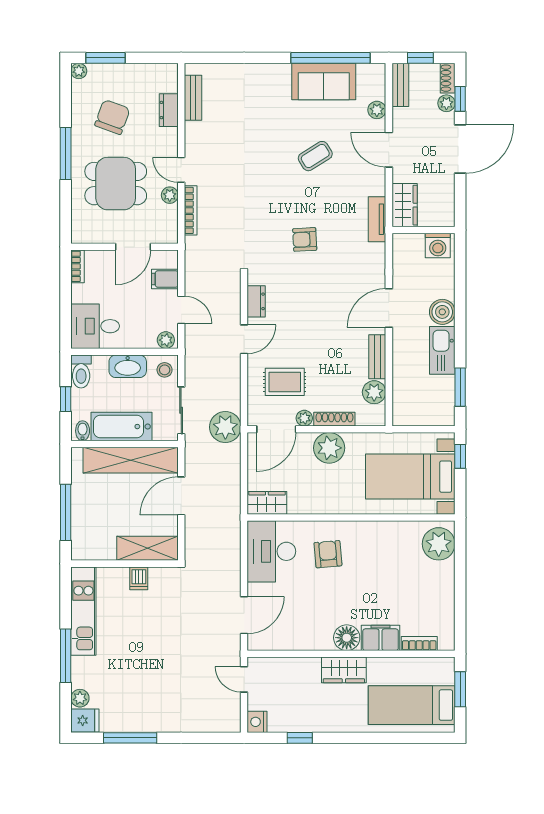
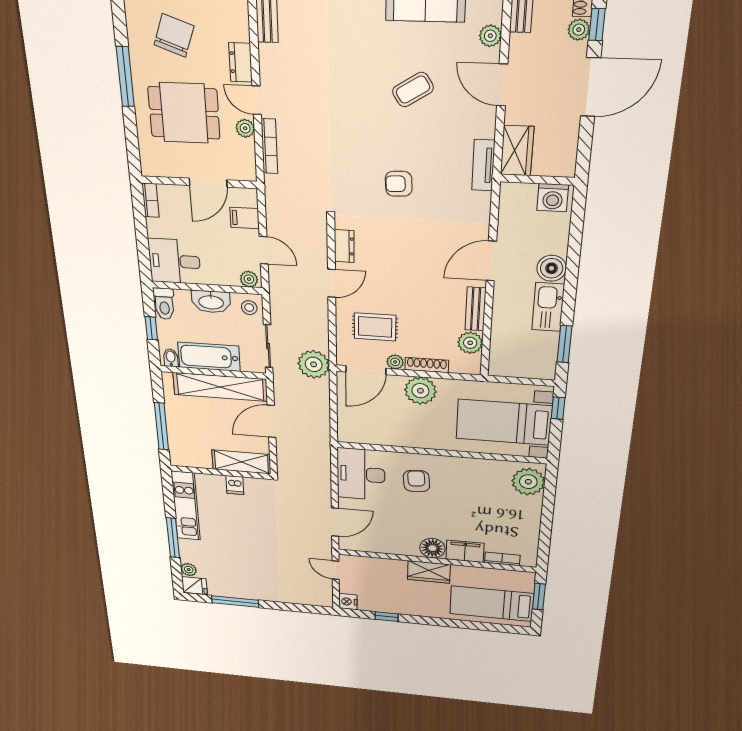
dresser: (169, 110) -> (241, 62), moved
wardrobe: (267, 503) -> (356, 434), removed

